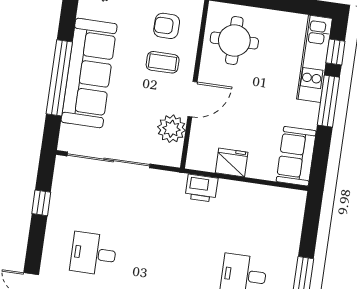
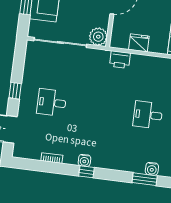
plant: (171, 129) -> (98, 37), moved
window: (41, 203) -> (15, 91), moved

